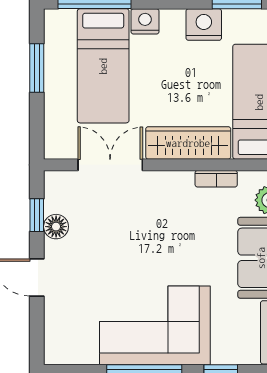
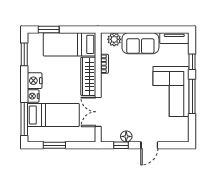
nightstand: (204, 25) -> (35, 81), moved

